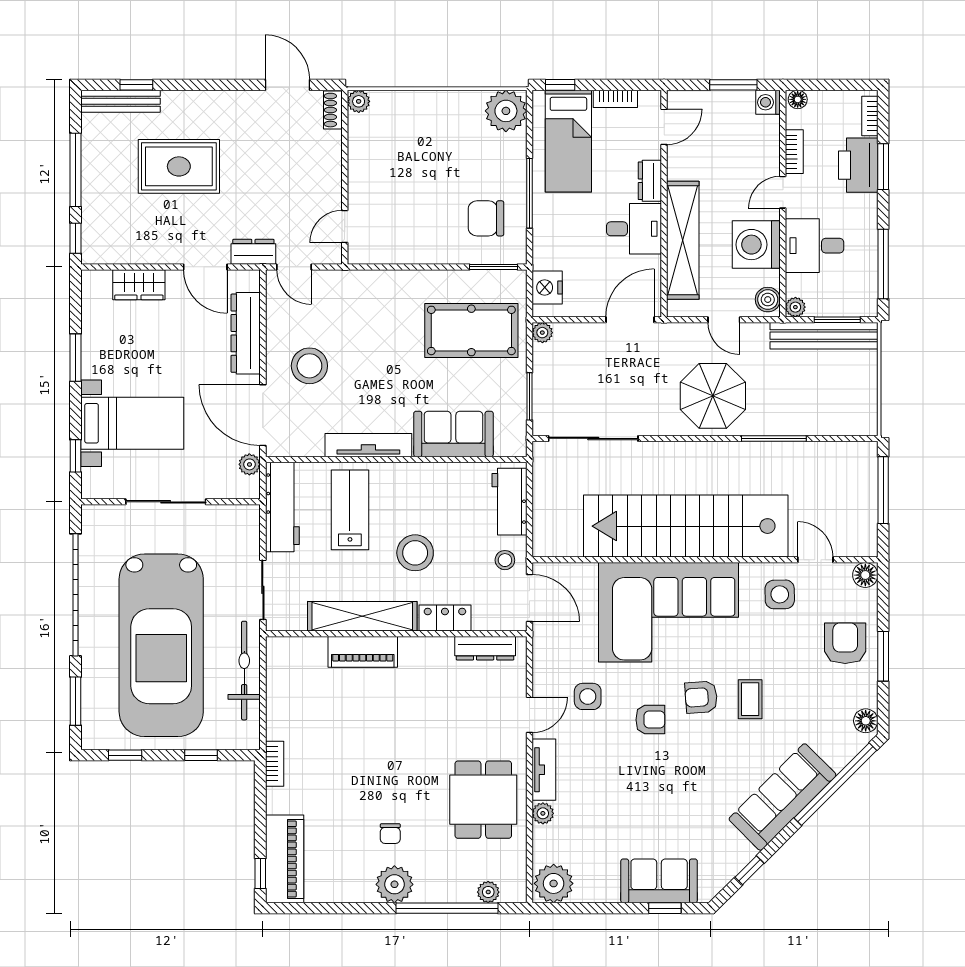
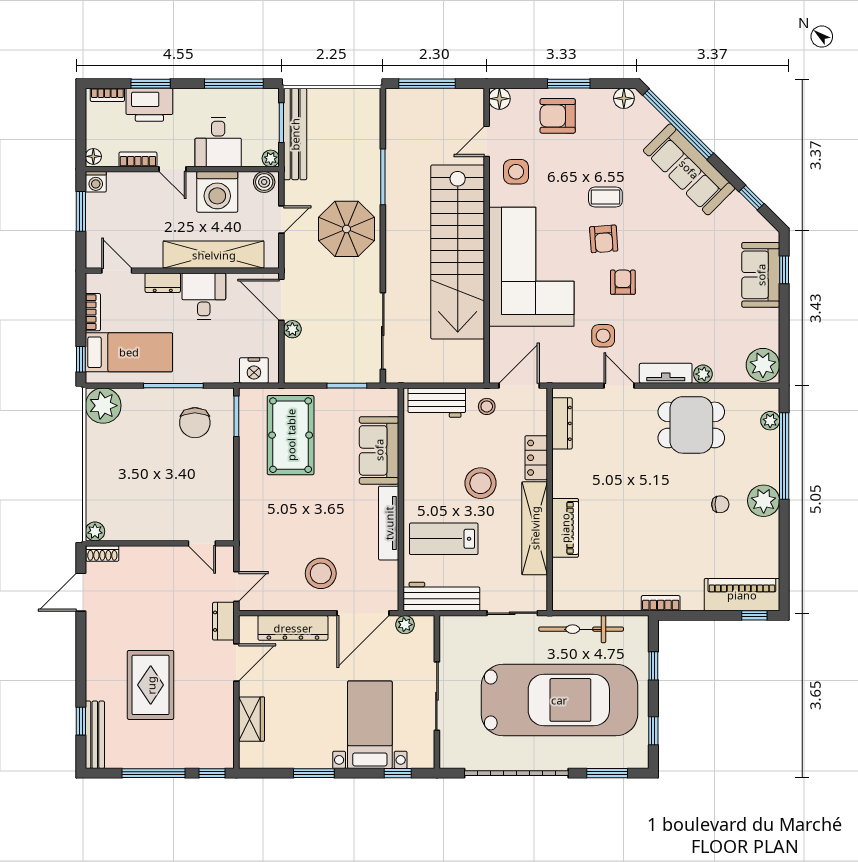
plant: (542, 333) -> (292, 329), moved

